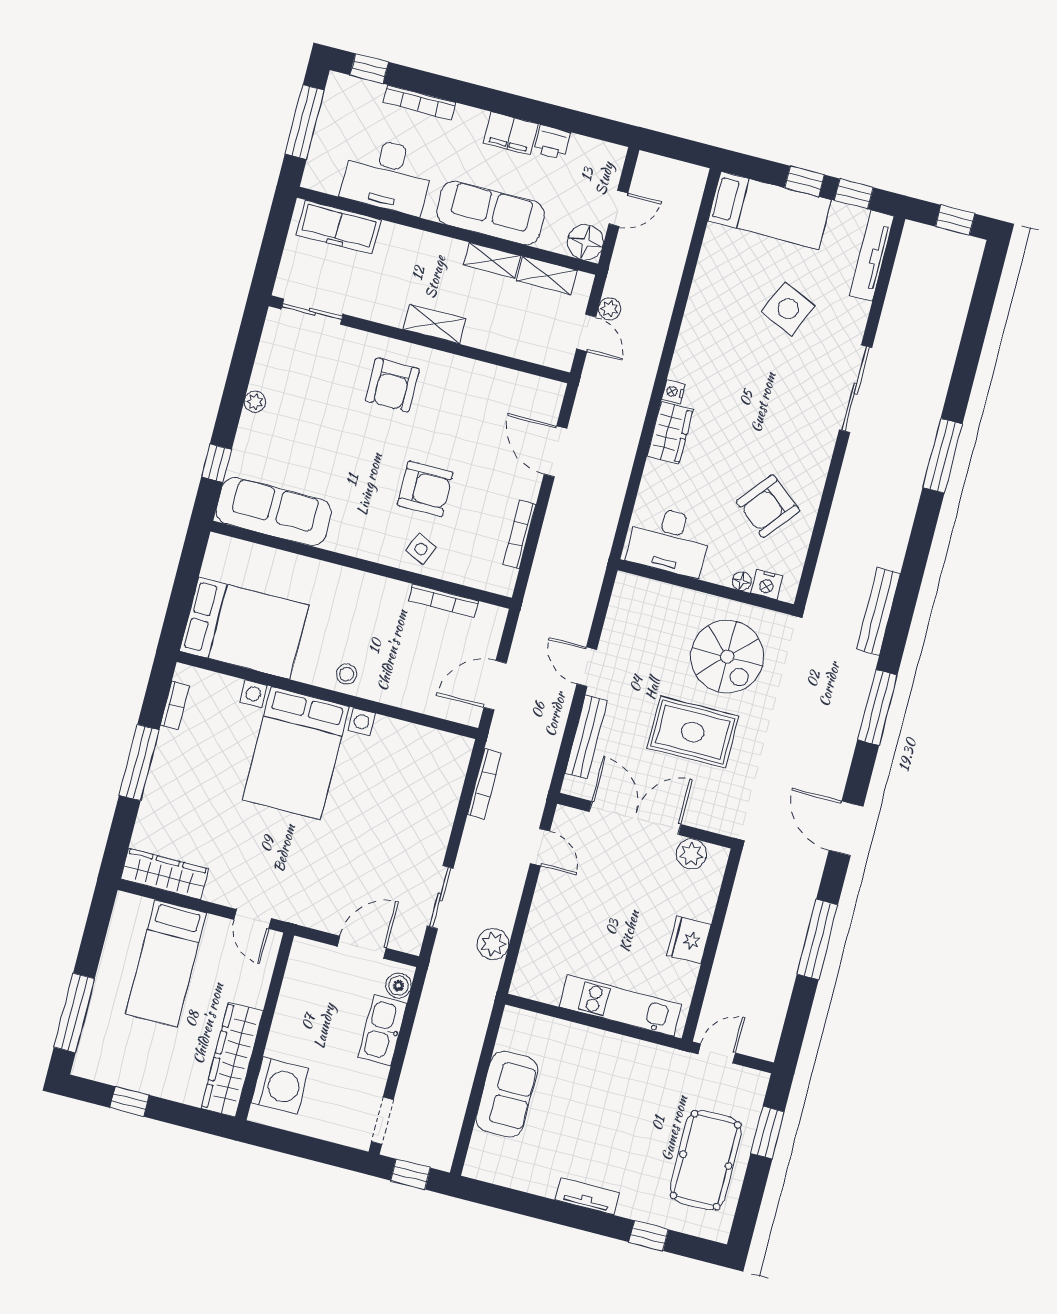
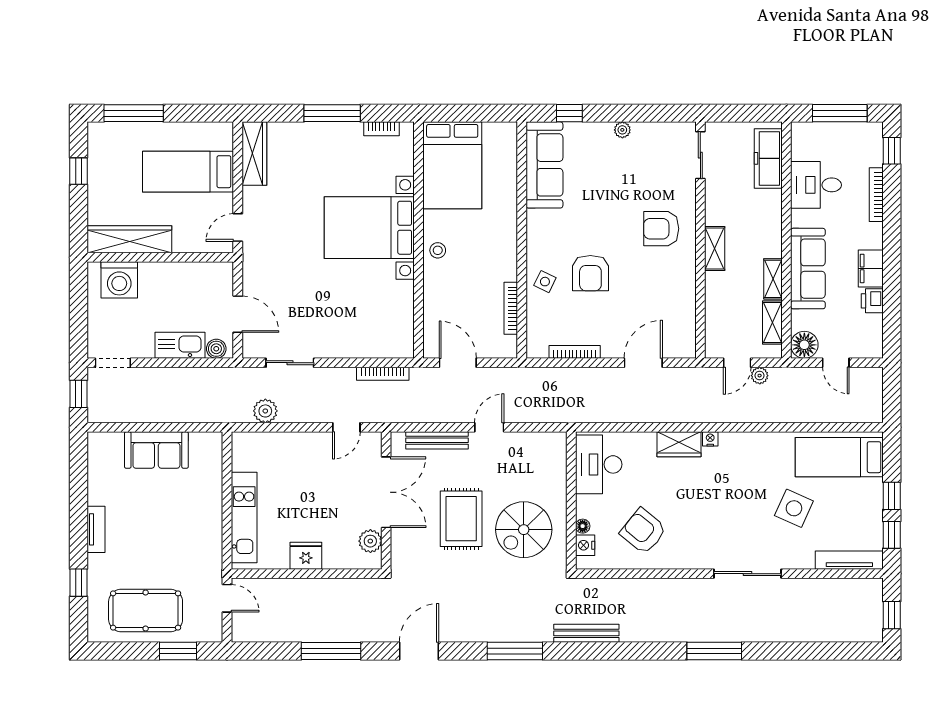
desk: (388, 175) -> (816, 185), width x0.73
bed: (770, 210) -> (839, 457), moved, turned 90

